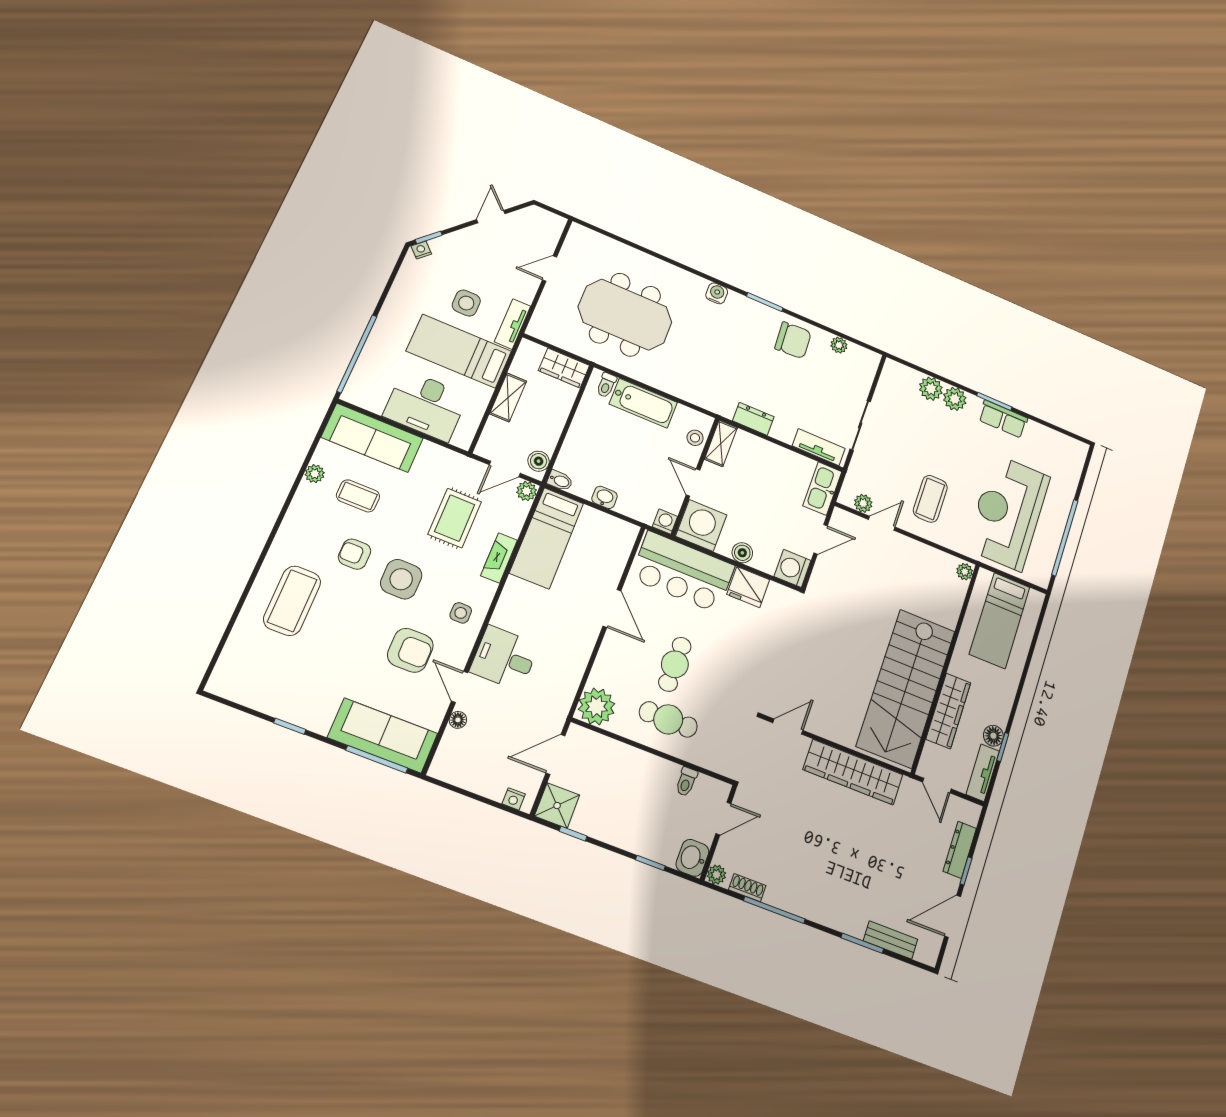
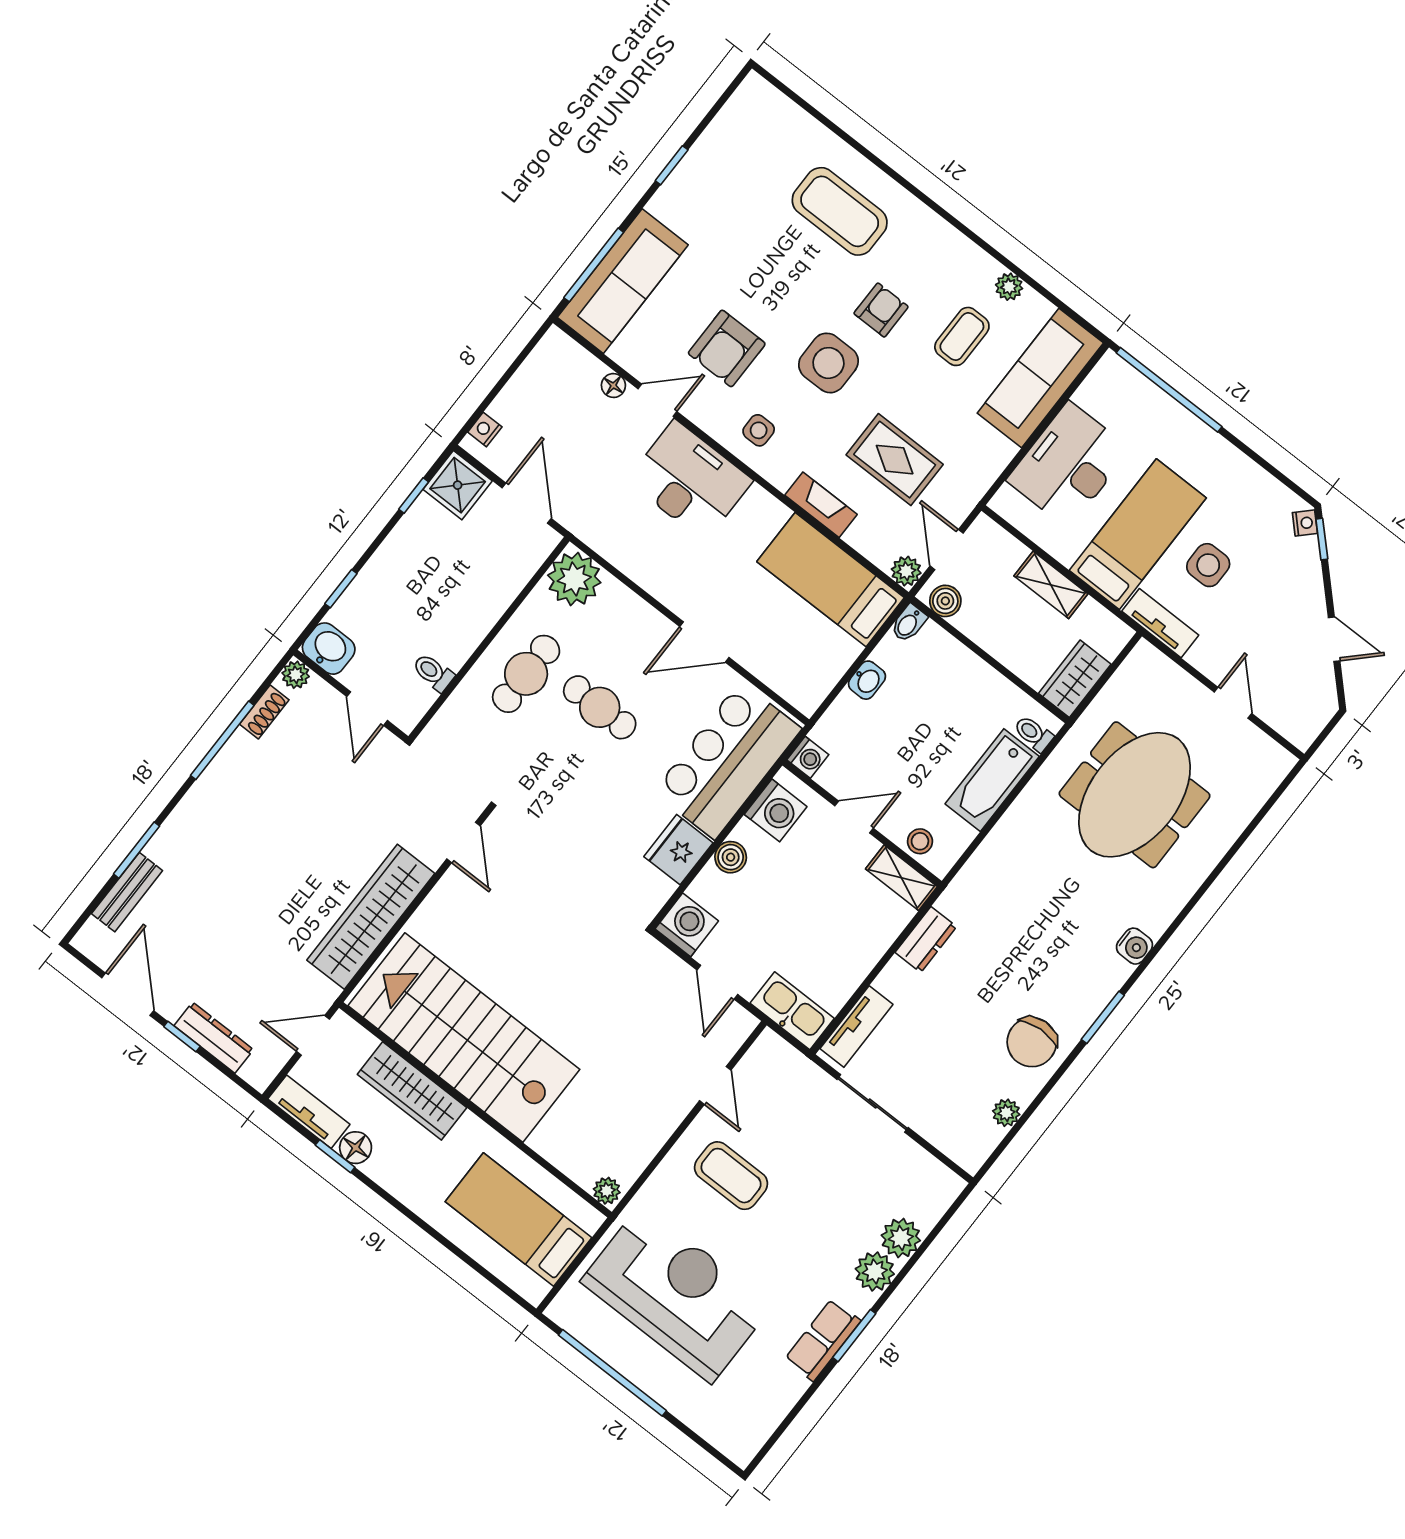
plant: (863, 503) -> (753, 1067), removed
washing machine: (701, 526) -> (776, 810), width x0.73, depth x0.73
desk: (504, 658) -> (690, 480), width x1.37

